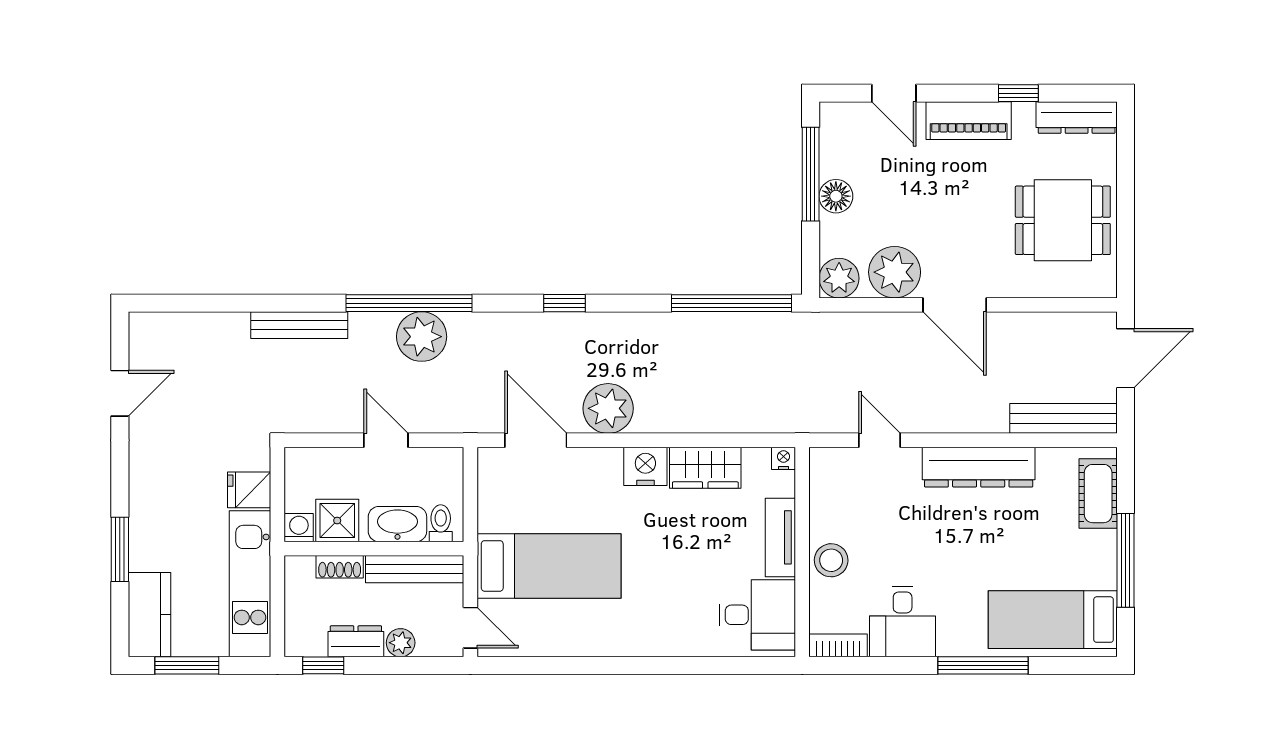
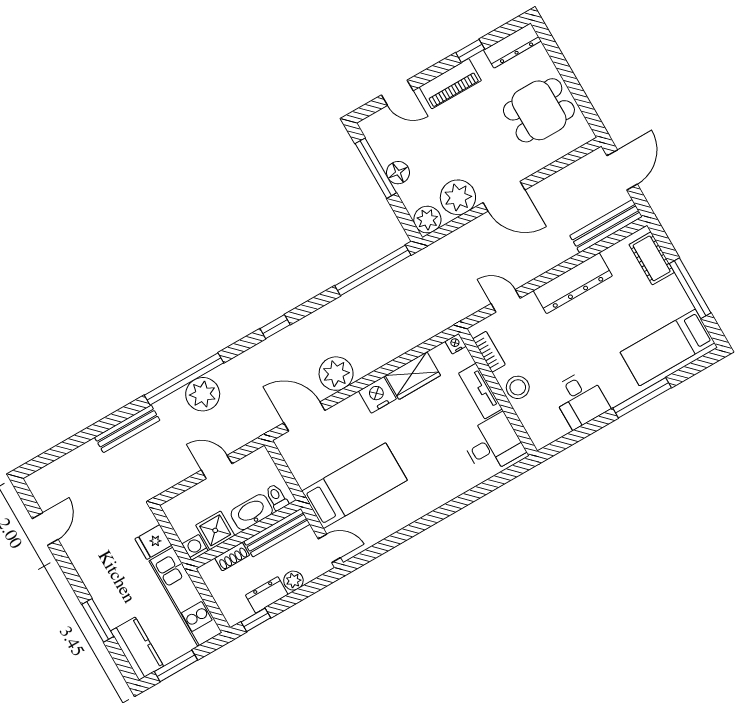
bookcase: (838, 645) -> (489, 352), moved, turned 90

